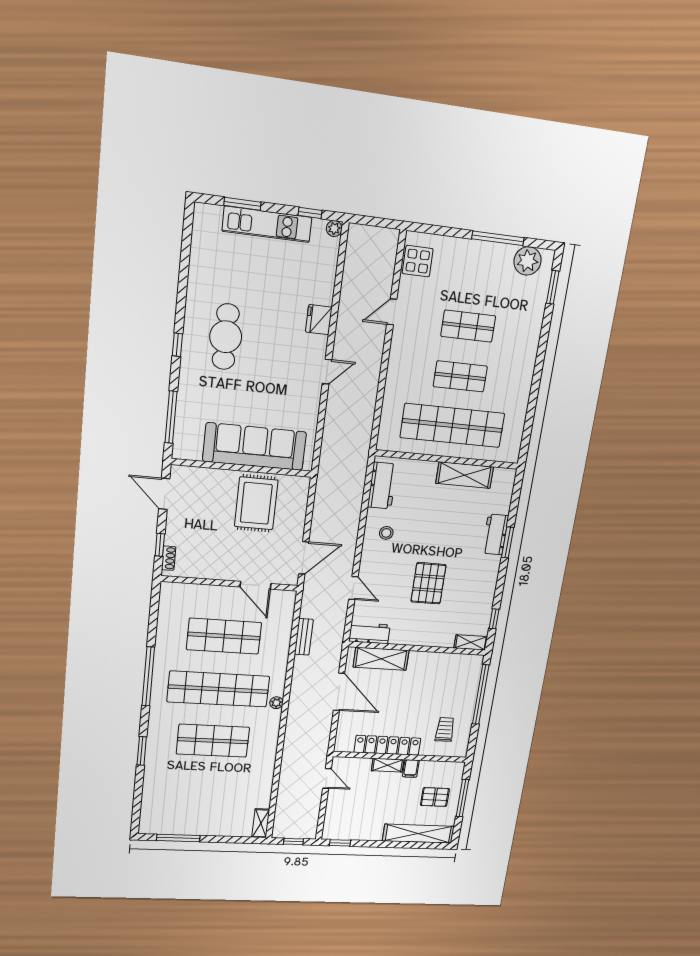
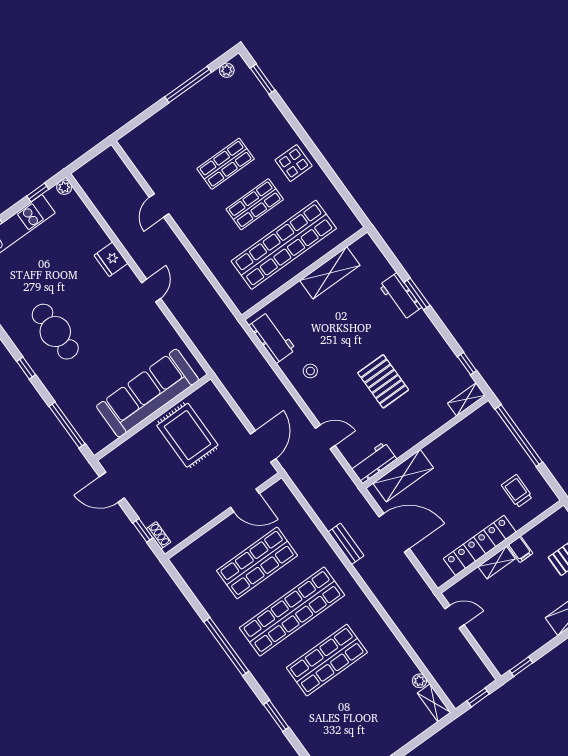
display table: (418, 261) -> (294, 163), moved
plant: (527, 261) -> (227, 70), width x0.53, depth x0.53
bench: (304, 637) -> (346, 544), moved
plant: (276, 703) -> (419, 681), moved

